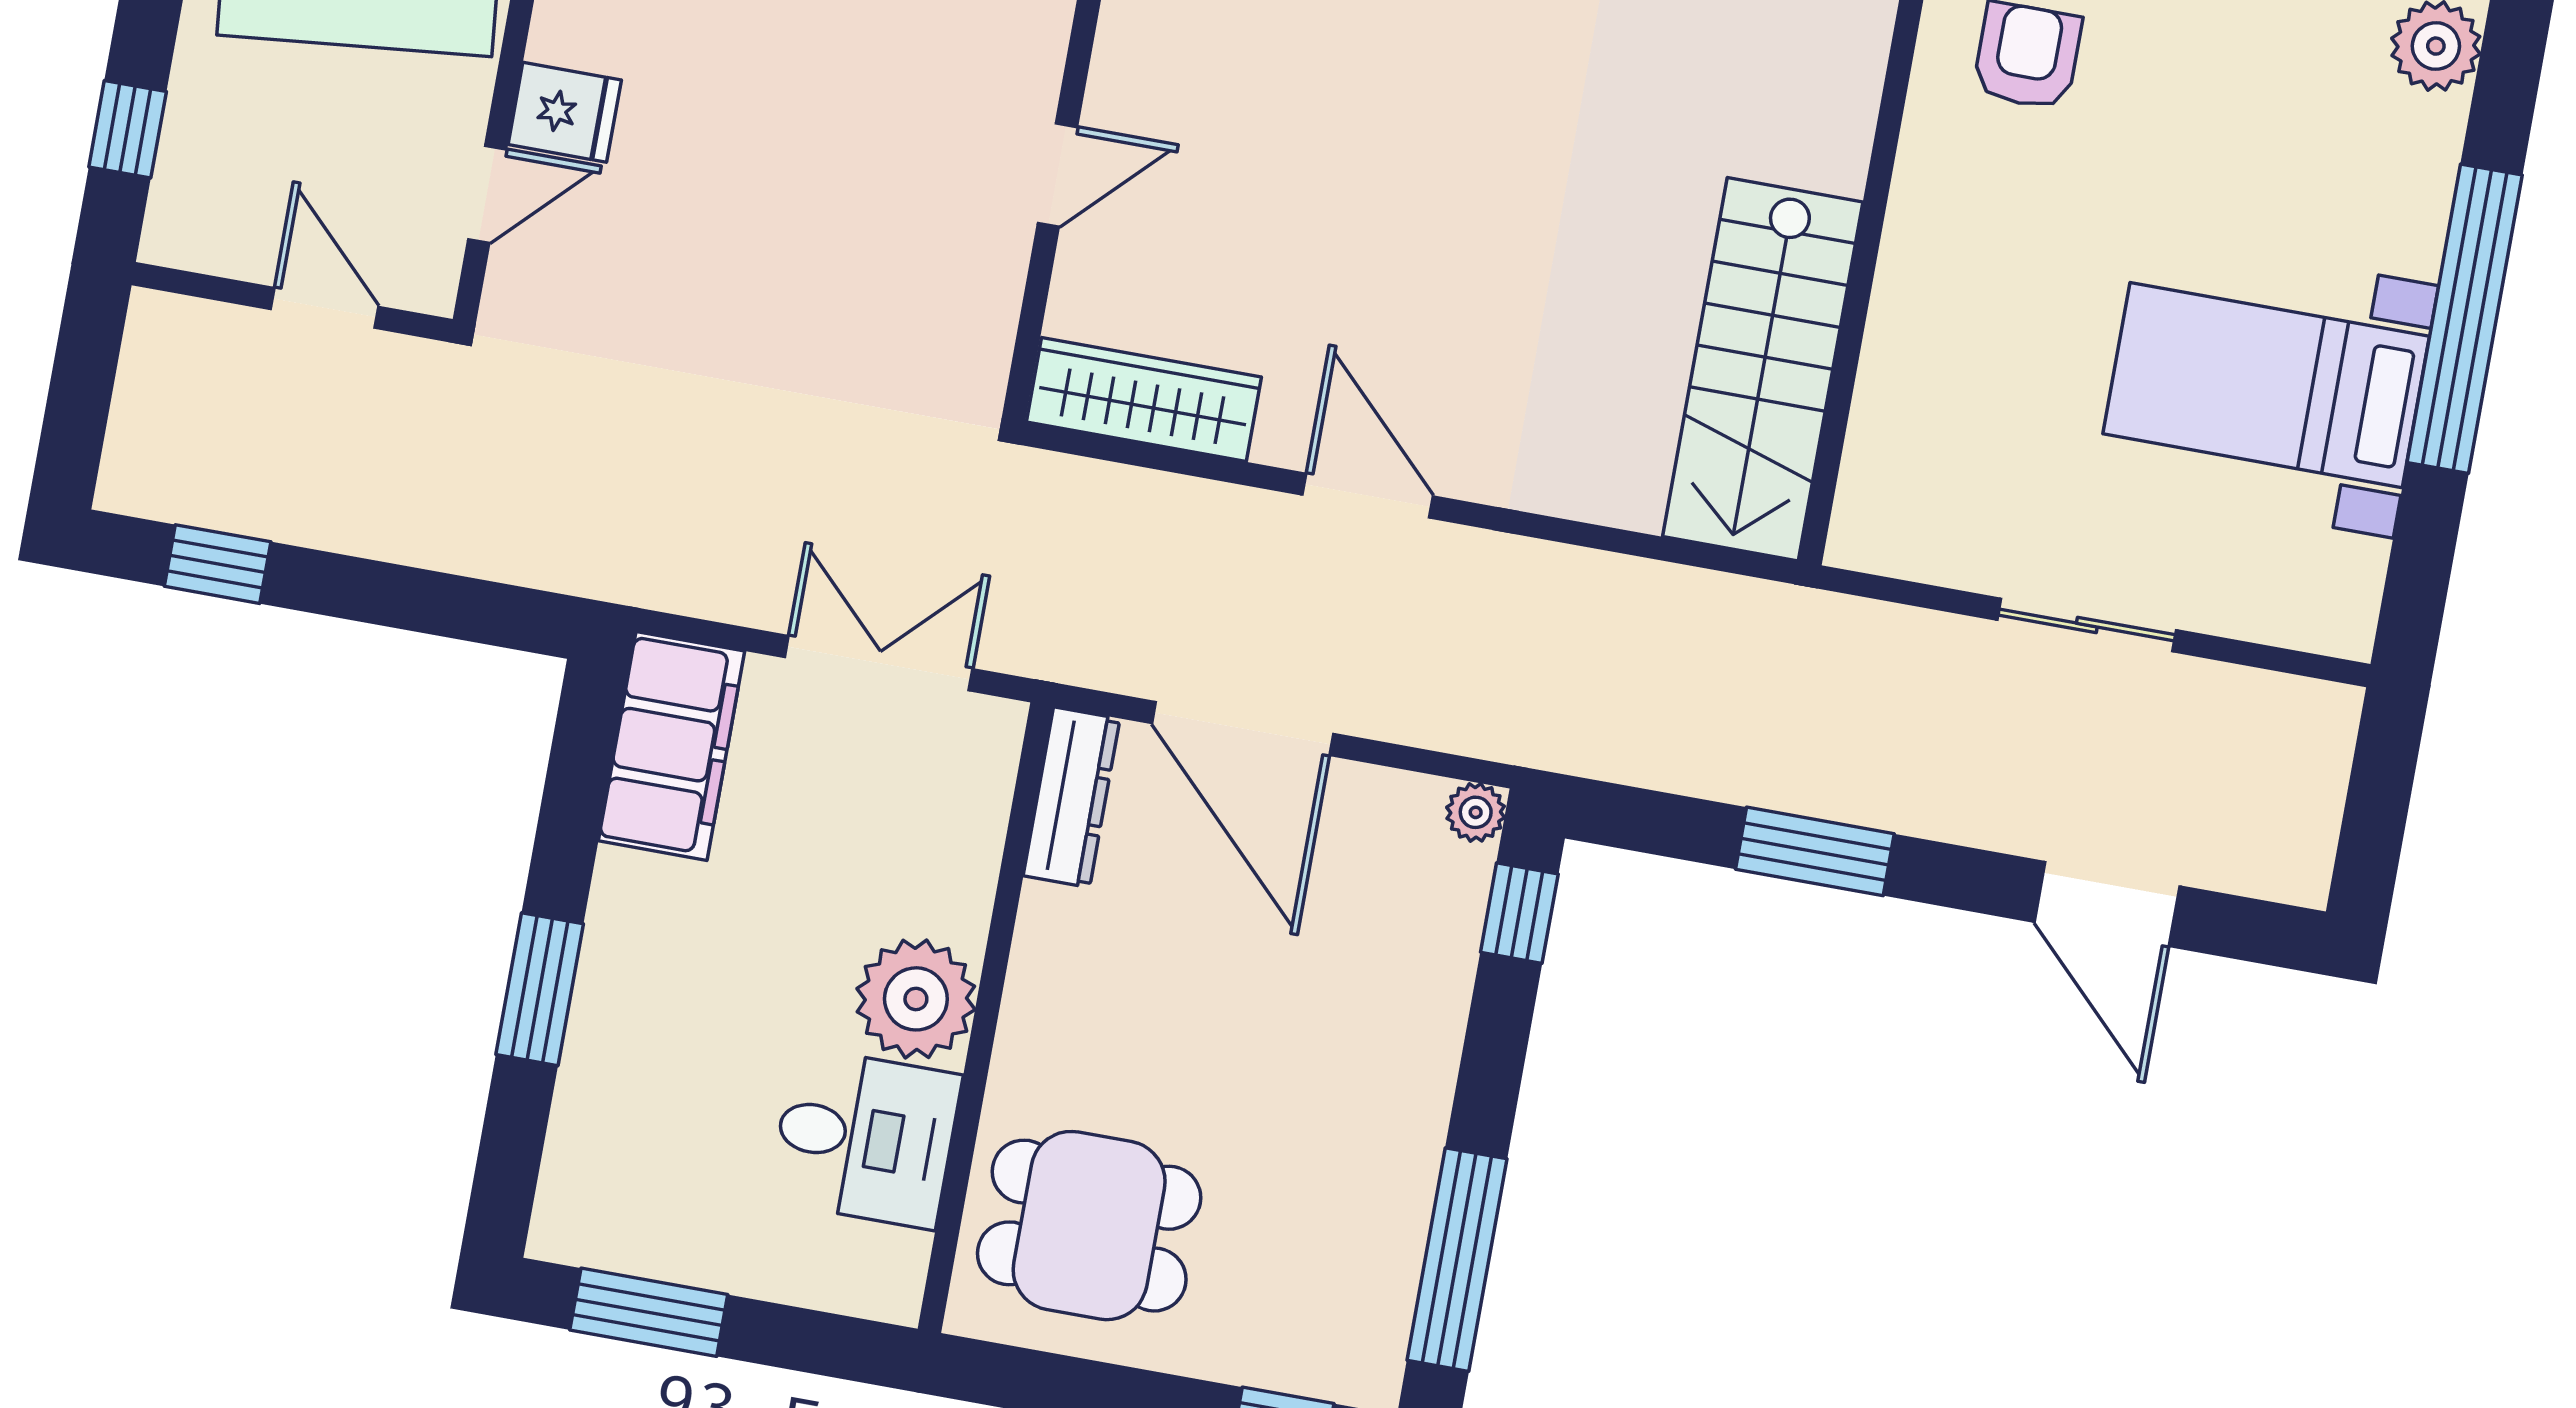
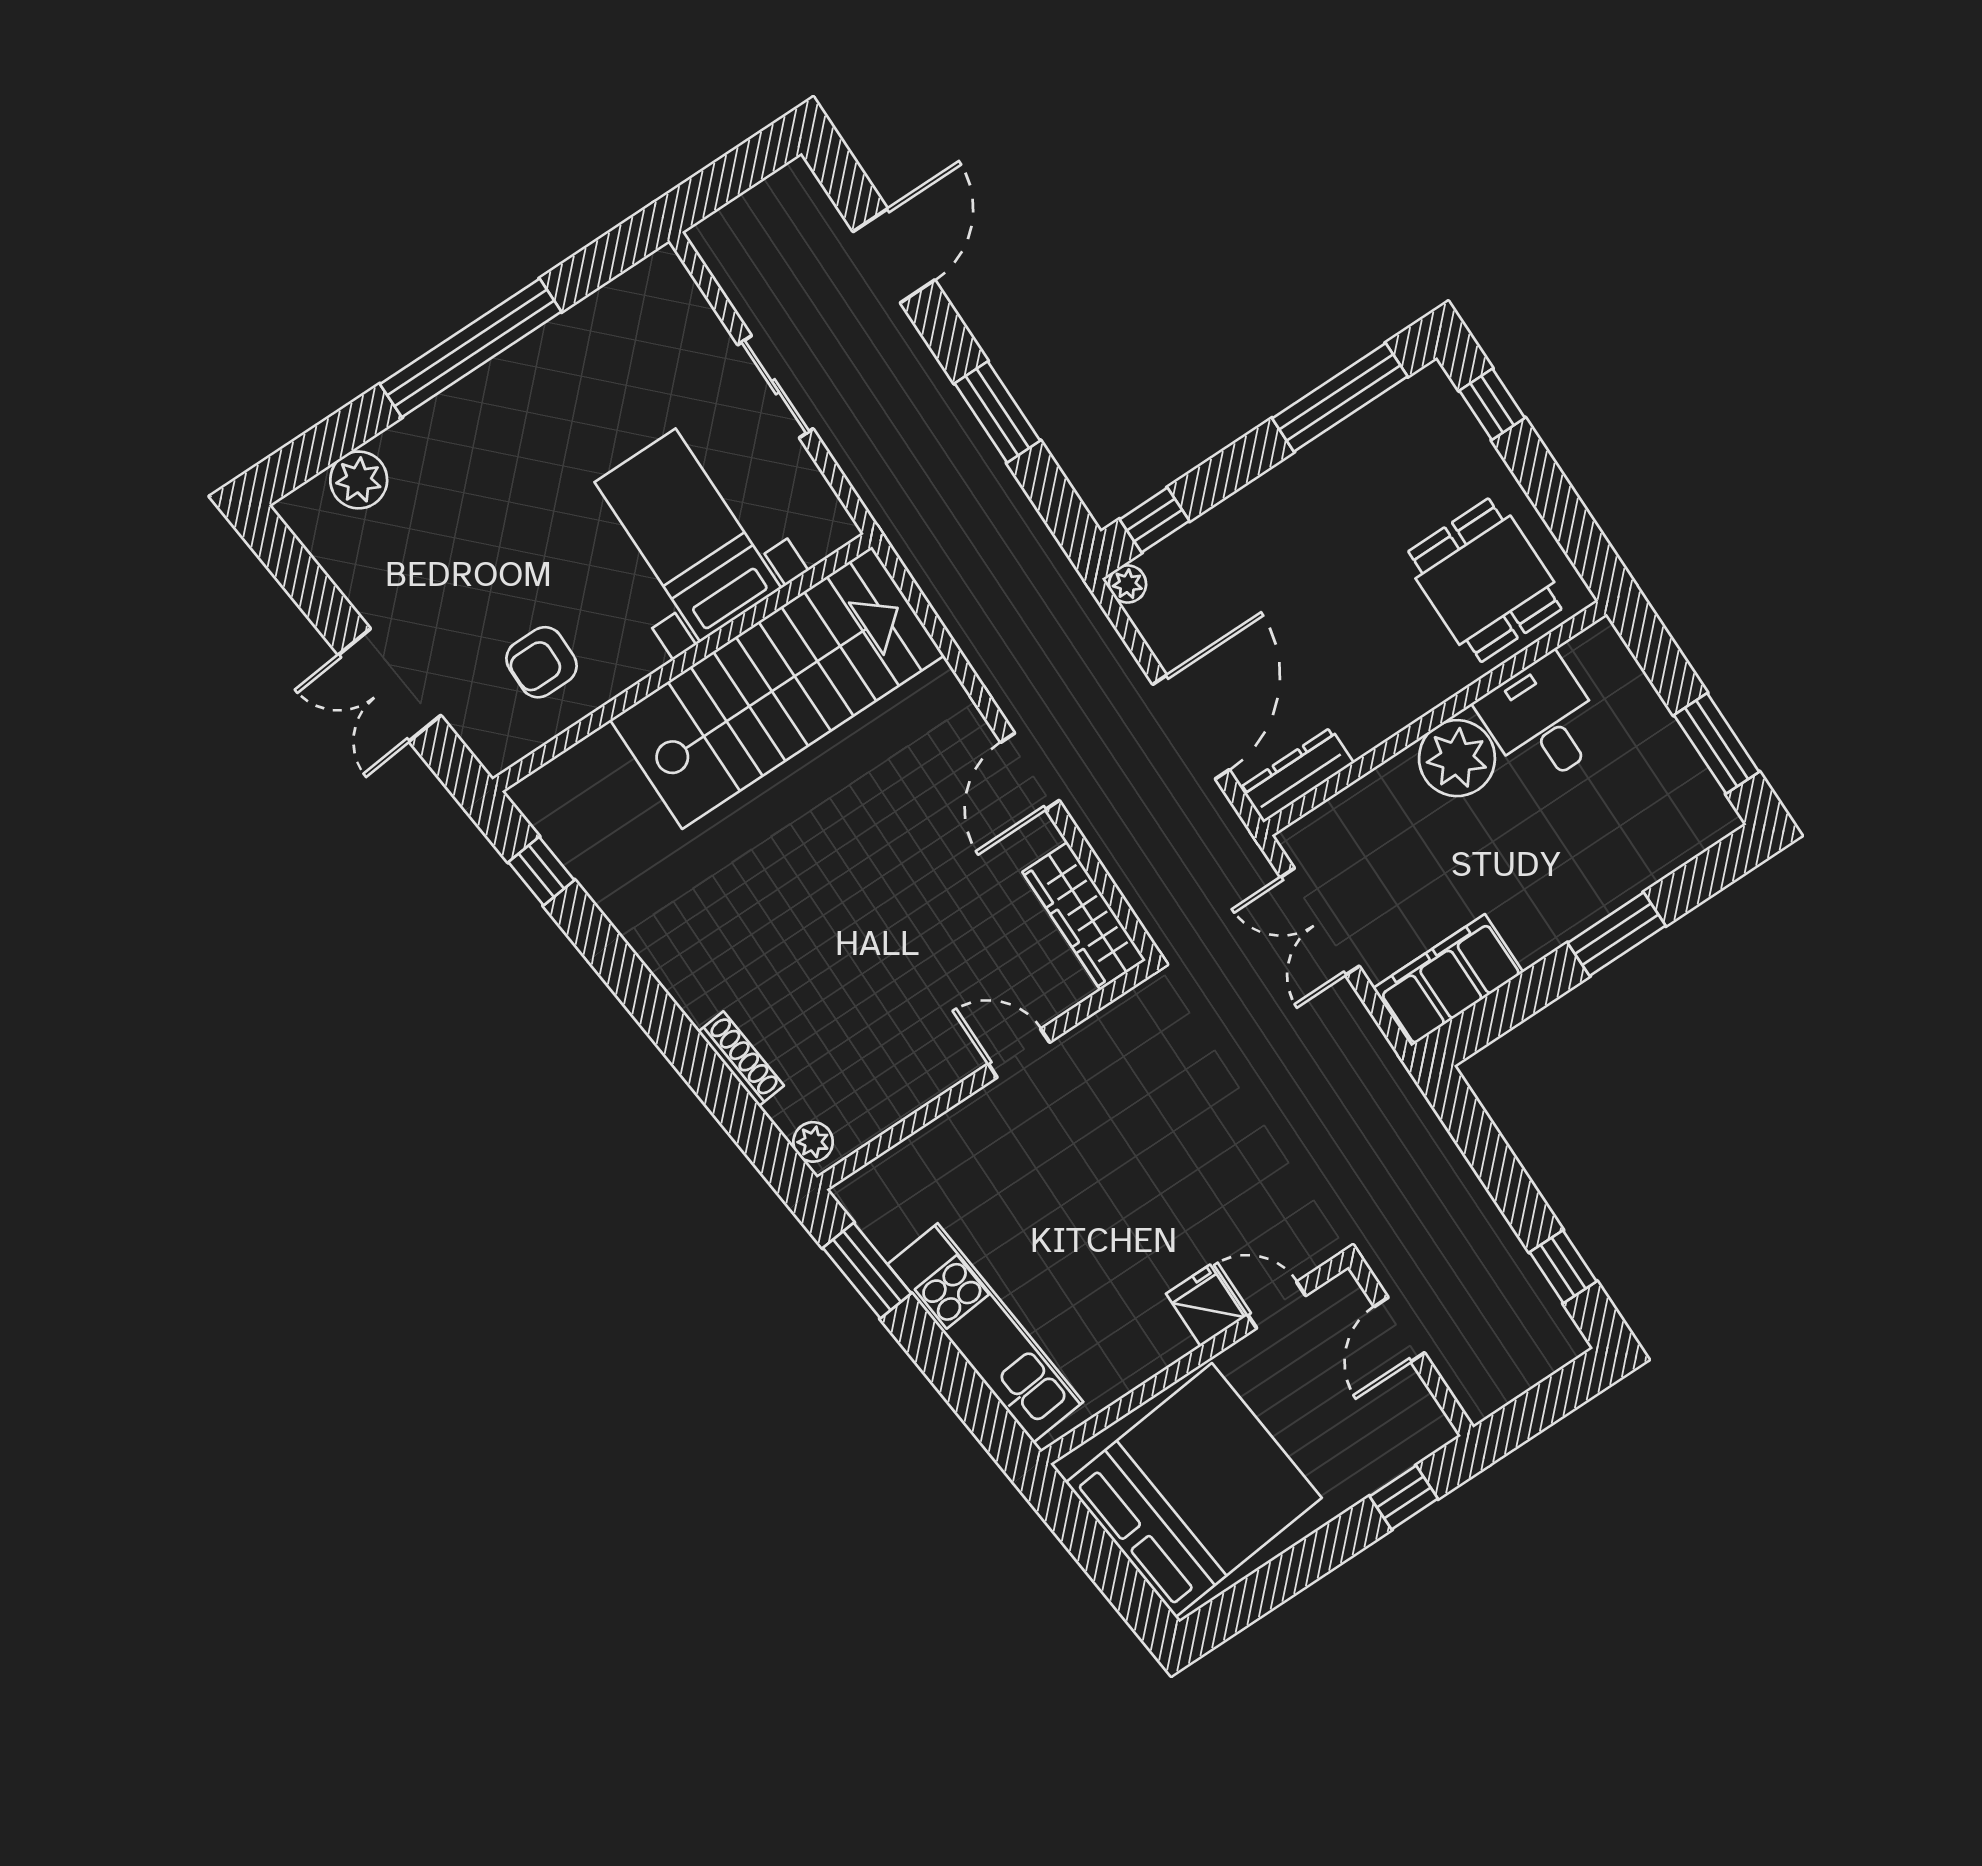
stairs: (1763, 369) -> (777, 688), width x1.36, depth x1.51
bed with nightstands: (2266, 385) -> (688, 535), moved, turned 180

